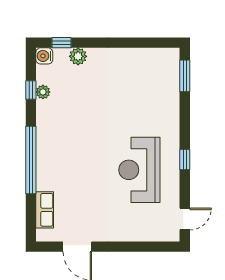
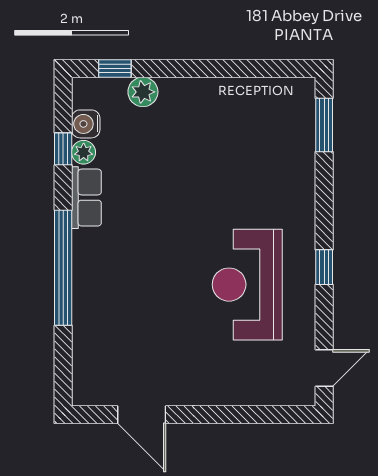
water cooler: (44, 56) -> (86, 124), moved
row of seats: (45, 210) -> (86, 198), moved

